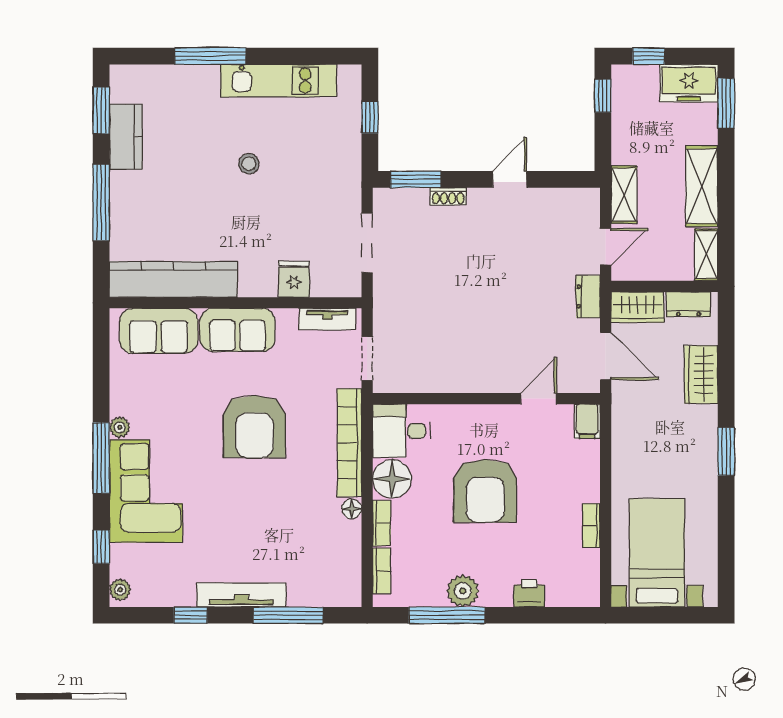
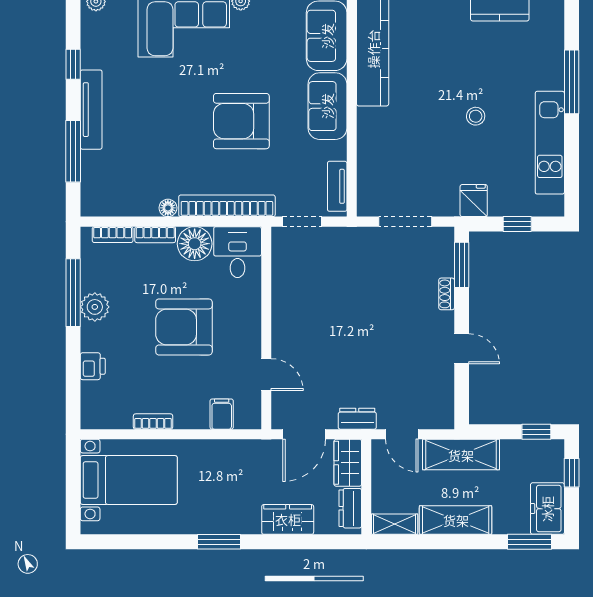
shelving: (624, 195) -> (461, 455), width x1.50, depth x1.33
fridge: (294, 279) -> (474, 201), moved, turned -90
filing cabinet: (587, 421) -> (222, 414), moved, turned 90

